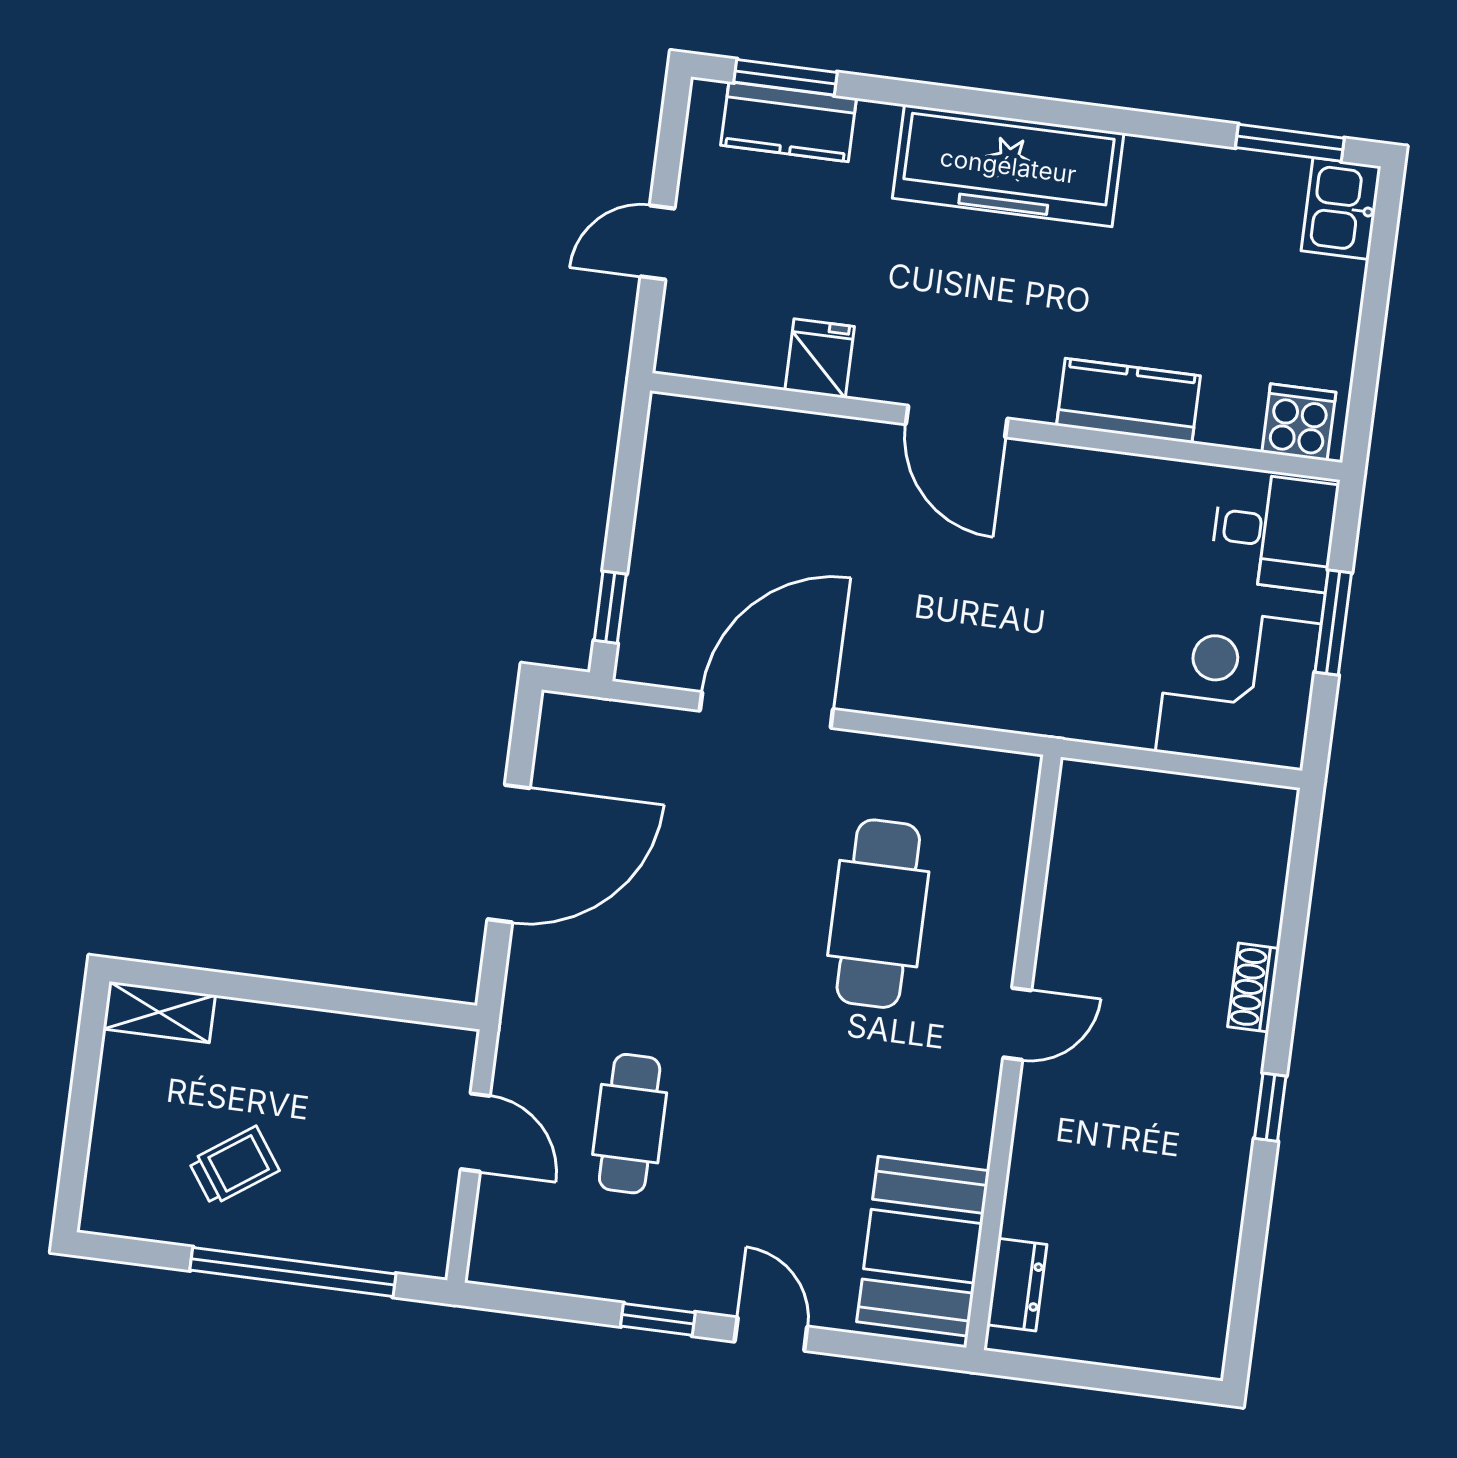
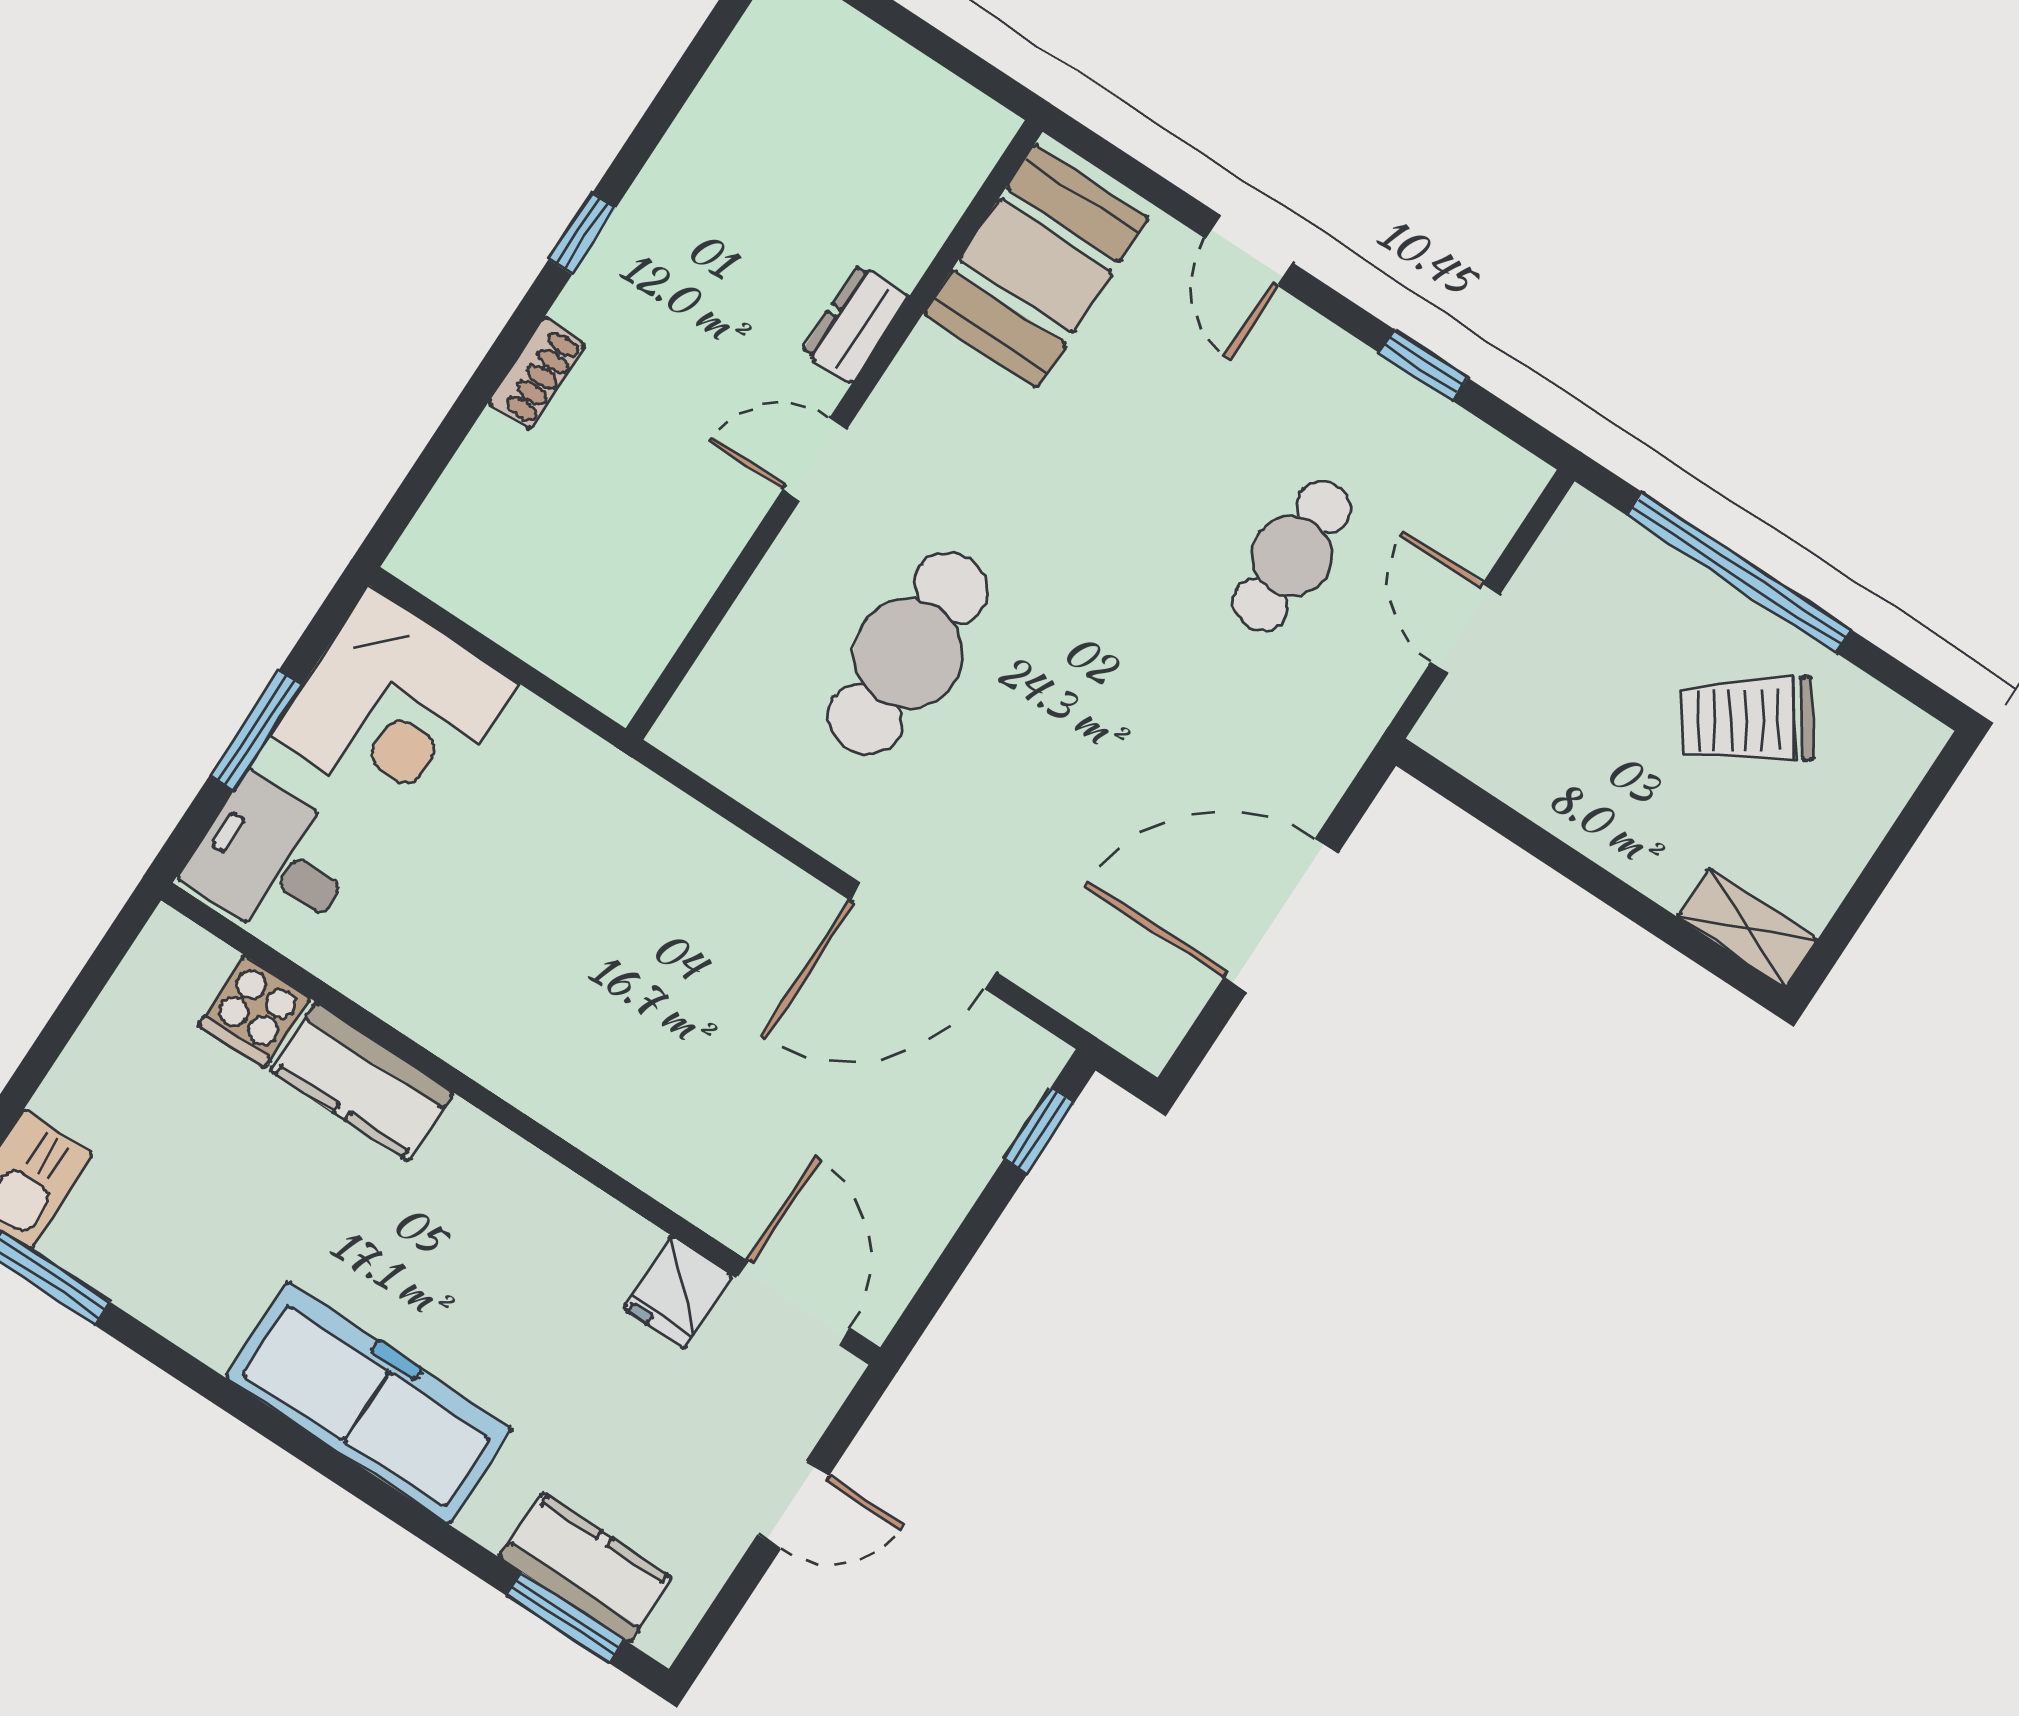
door: (957, 421) -> (793, 1303), moved
cooker: (1299, 422) -> (254, 1012), moved
trolley: (234, 1166) -> (1747, 720), width x1.36, depth x1.39
dresser: (1017, 1285) -> (855, 324), moved
window: (658, 1319) -> (1423, 365), moved

